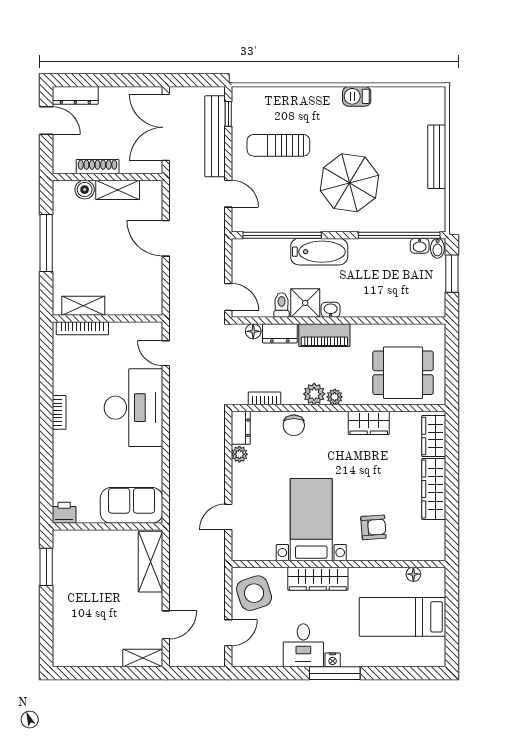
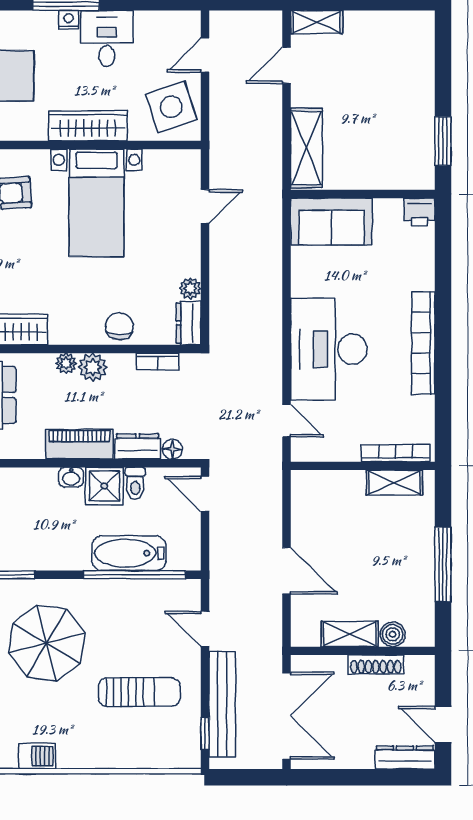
bathtub: (319, 252) -> (129, 553), moved
bookcase: (59, 412) -> (423, 343), width x2.31, depth x1.31

